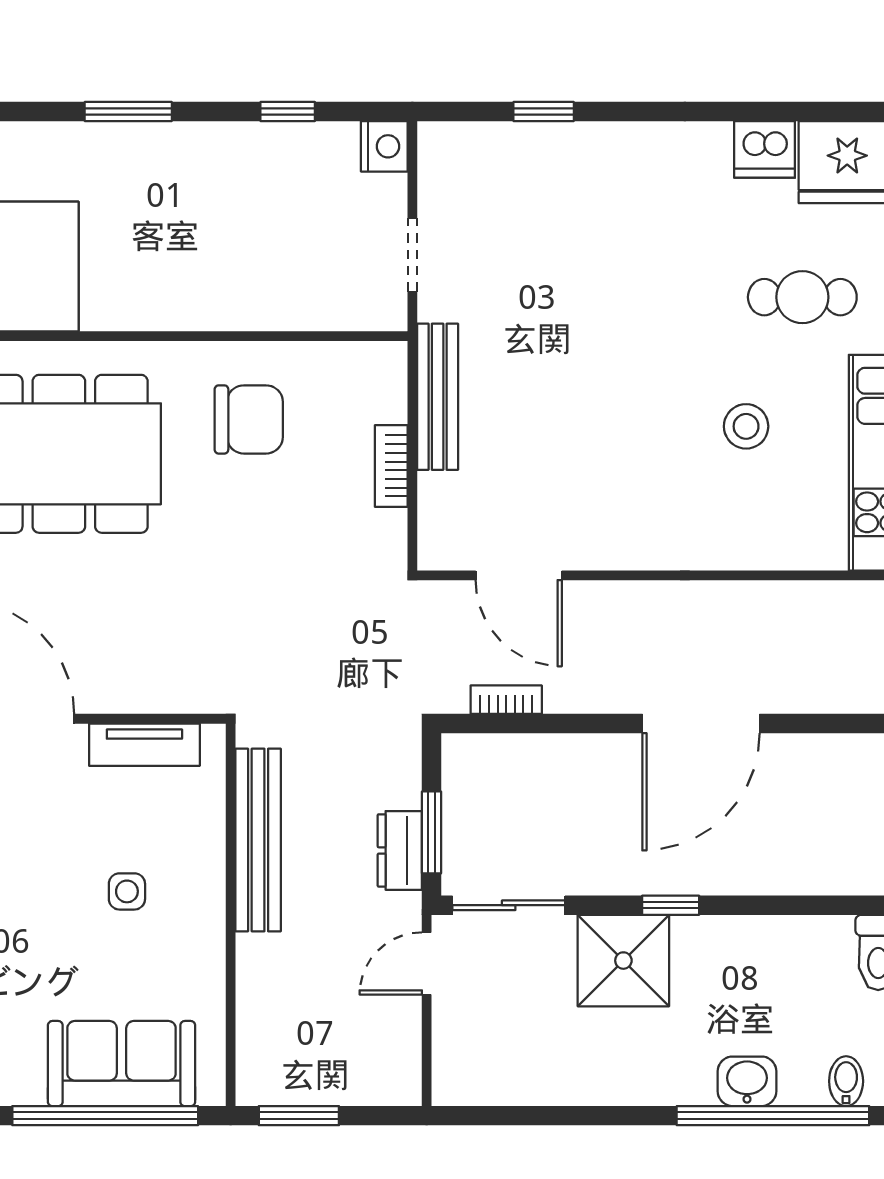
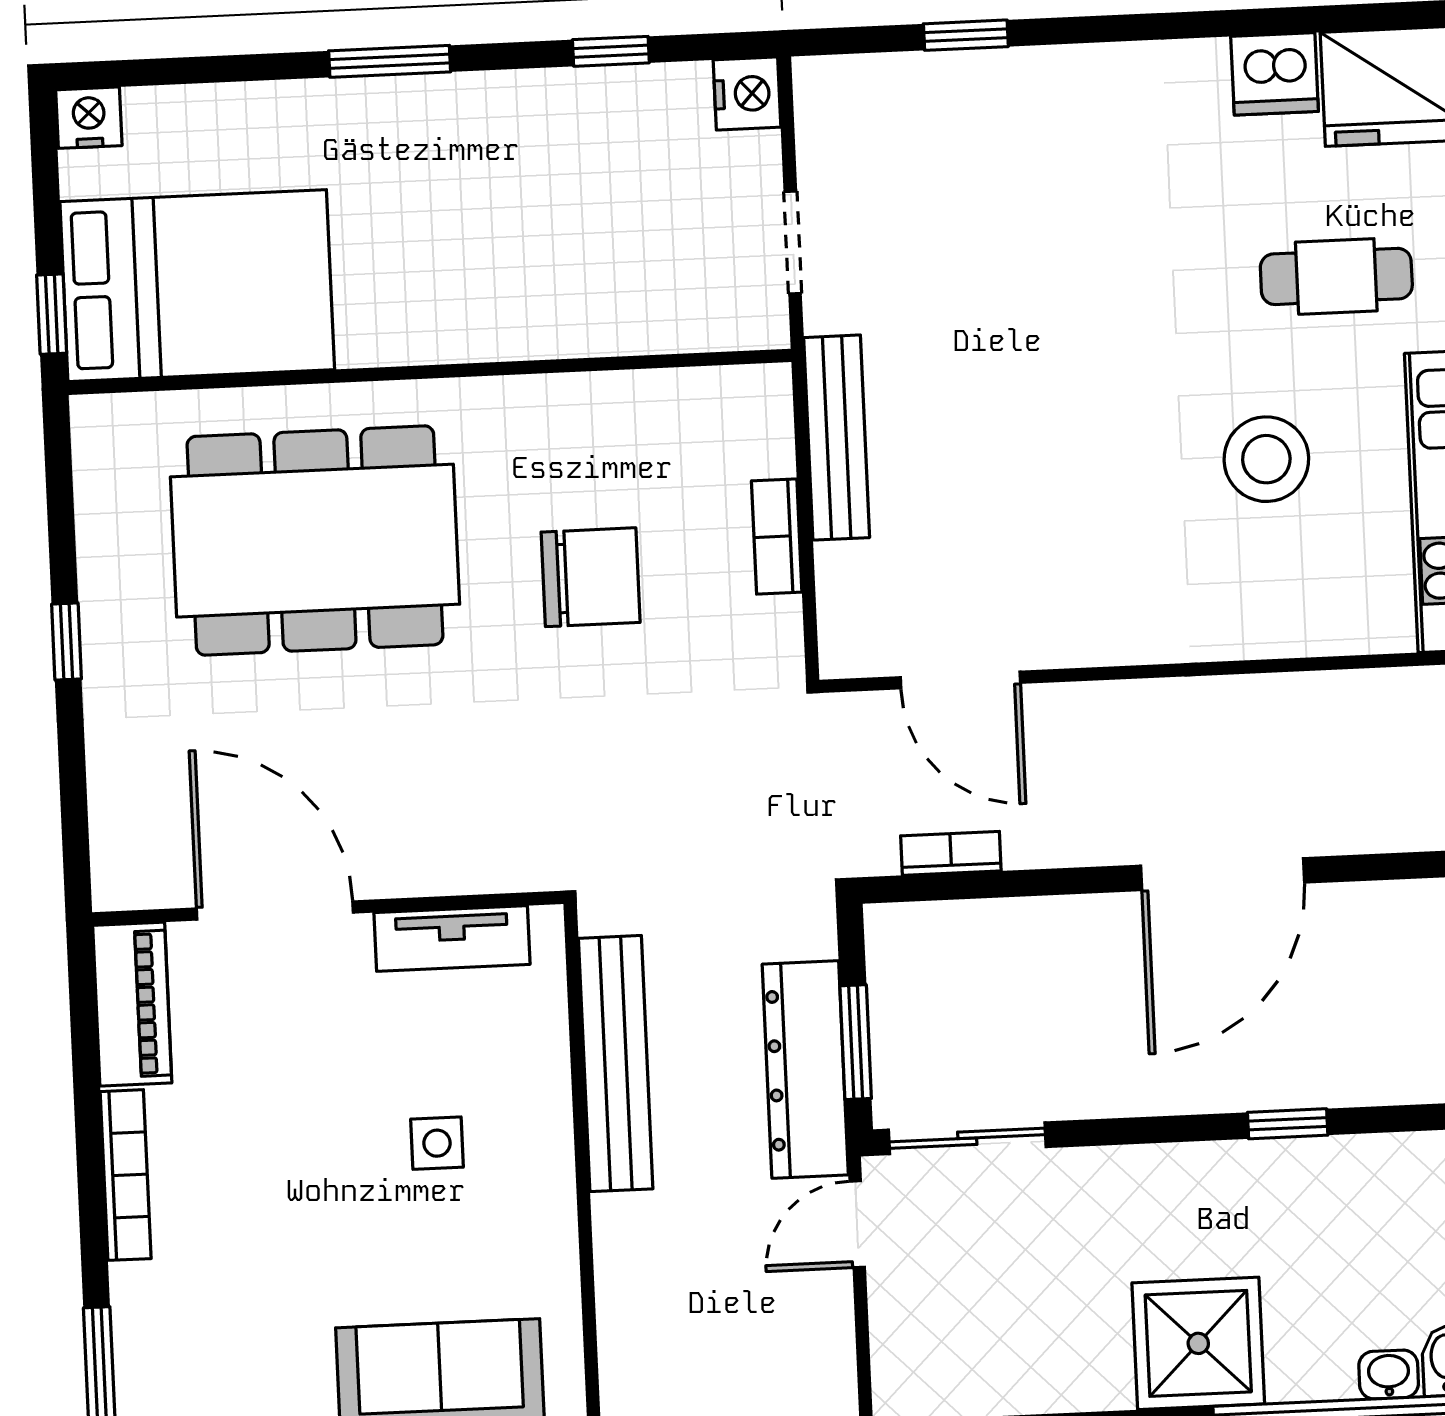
chair: (249, 419) -> (591, 577), moved
stool: (746, 426) -> (1266, 459), width x1.38, depth x1.38
dresser: (400, 850) -> (805, 1069), width x1.96, depth x1.24
window: (671, 905) -> (1288, 1124), moved
shower: (623, 961) -> (1198, 1343), moved
washbasin: (747, 1081) -> (1389, 1374), moved, width x0.72, depth x0.69

